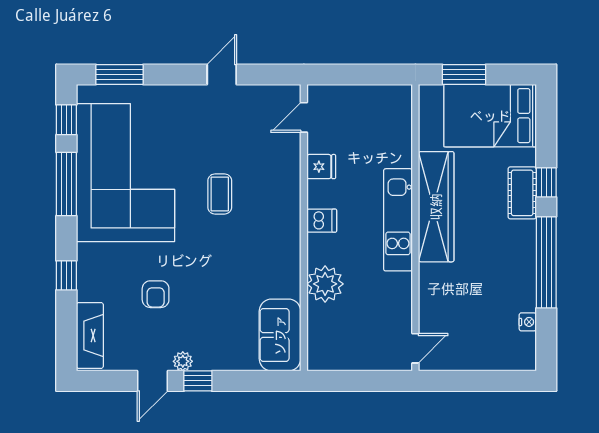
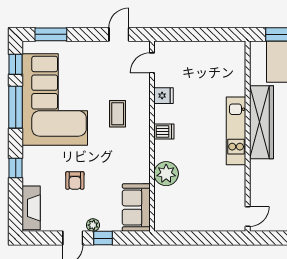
door: (304, 117) -> (152, 63), moved
fridge: (321, 167) -> (164, 96), moved
dishwasher: (322, 221) -> (164, 131), moved
wall: (304, 228) -> (152, 136), moved
plant: (325, 284) -> (166, 174), moved
sofa: (280, 335) -> (136, 208), moved

